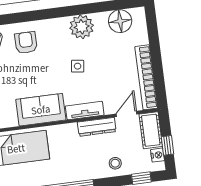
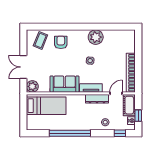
floor lamp: (120, 21) -> (119, 37), removed

